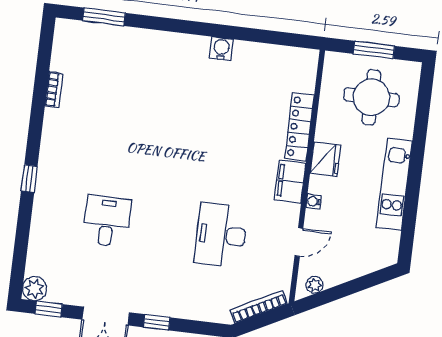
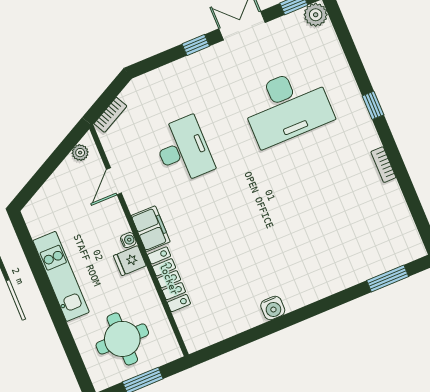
bookcase: (54, 90) -> (383, 165), moved
fridge: (325, 159) -> (130, 261), width x0.72
water cooler: (314, 201) -> (128, 240), moved
desk: (107, 221) -> (287, 107), width x1.87, depth x1.30
bookcase: (259, 307) -> (110, 115), width x0.64

